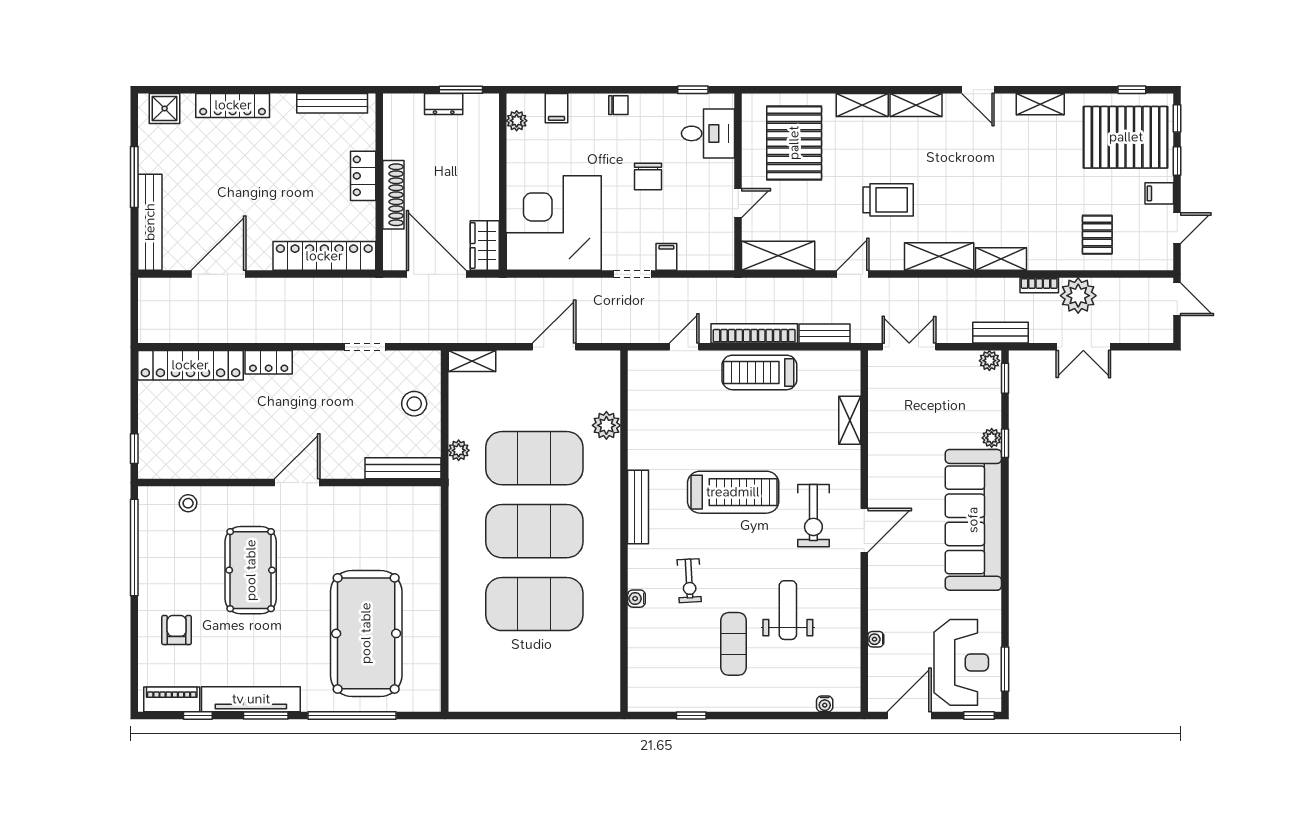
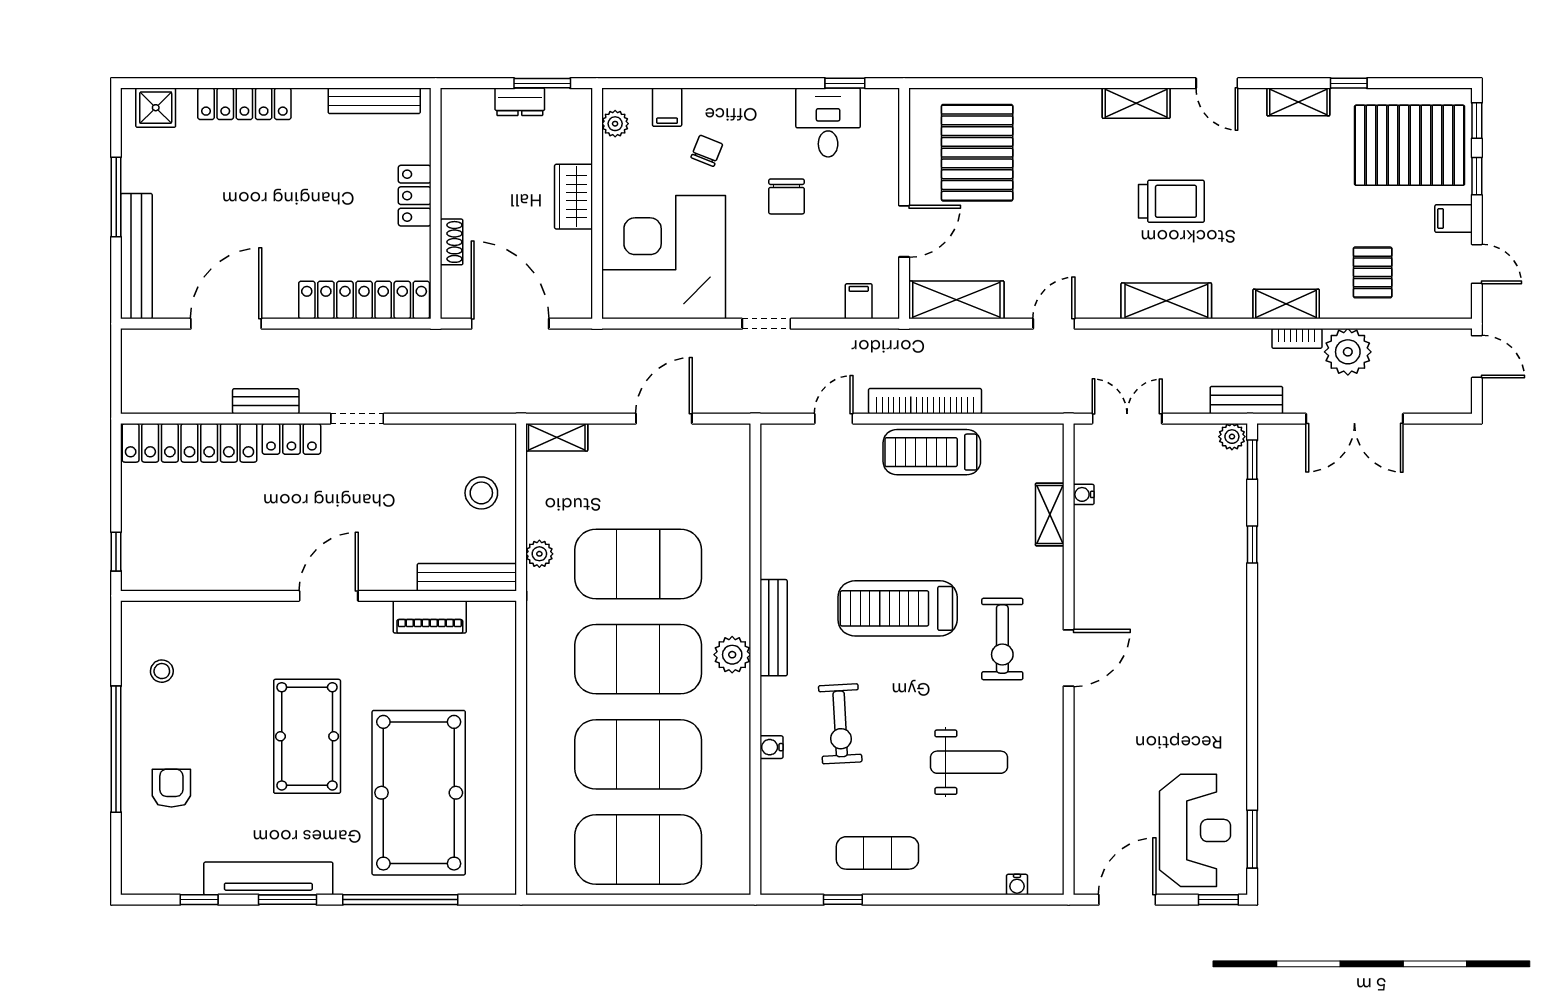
window: (1132, 90) -> (1349, 83), moved
chair: (618, 105) -> (707, 151), moved, turned -68
shelving: (862, 105) -> (1066, 103), removed
desk: (708, 133) -> (828, 122), moved, turned -90
shoe rack: (393, 195) -> (452, 242), width x0.51, depth x0.81
trolley: (888, 200) -> (1171, 201), moved
door: (738, 203) -> (904, 231), width x1.38
door: (1177, 228) -> (1477, 264), hinge flipped
wardrobe: (485, 246) -> (573, 197), moved
filing cabinet: (666, 257) -> (859, 301), moved
shelving: (1001, 259) -> (1286, 304), moved
bench: (825, 333) -> (266, 401), moved
doorway: (365, 347) -> (357, 419), moved
double door: (1083, 347) -> (1354, 419), width x1.37
plant: (606, 425) -> (732, 655), moved
plant: (992, 438) -> (1235, 538), removed
treadmill: (733, 492) -> (898, 608), turned 180
stool: (188, 503) -> (162, 671), moved
sofa: (973, 520) -> (1211, 644), removed
window: (134, 548) -> (116, 749), moved
pool table: (251, 570) -> (307, 736), moved
exercise bike: (689, 581) -> (840, 724), width x1.38, depth x1.39
weight bench: (788, 610) -> (969, 762), turned 90
water cooler: (876, 639) -> (1084, 494), moved
exercise mat: (733, 644) -> (877, 853), moved, turned 90
exercise mat: (534, 677) -> (638, 849), added
piano: (172, 699) -> (430, 617), moved, turned 180

